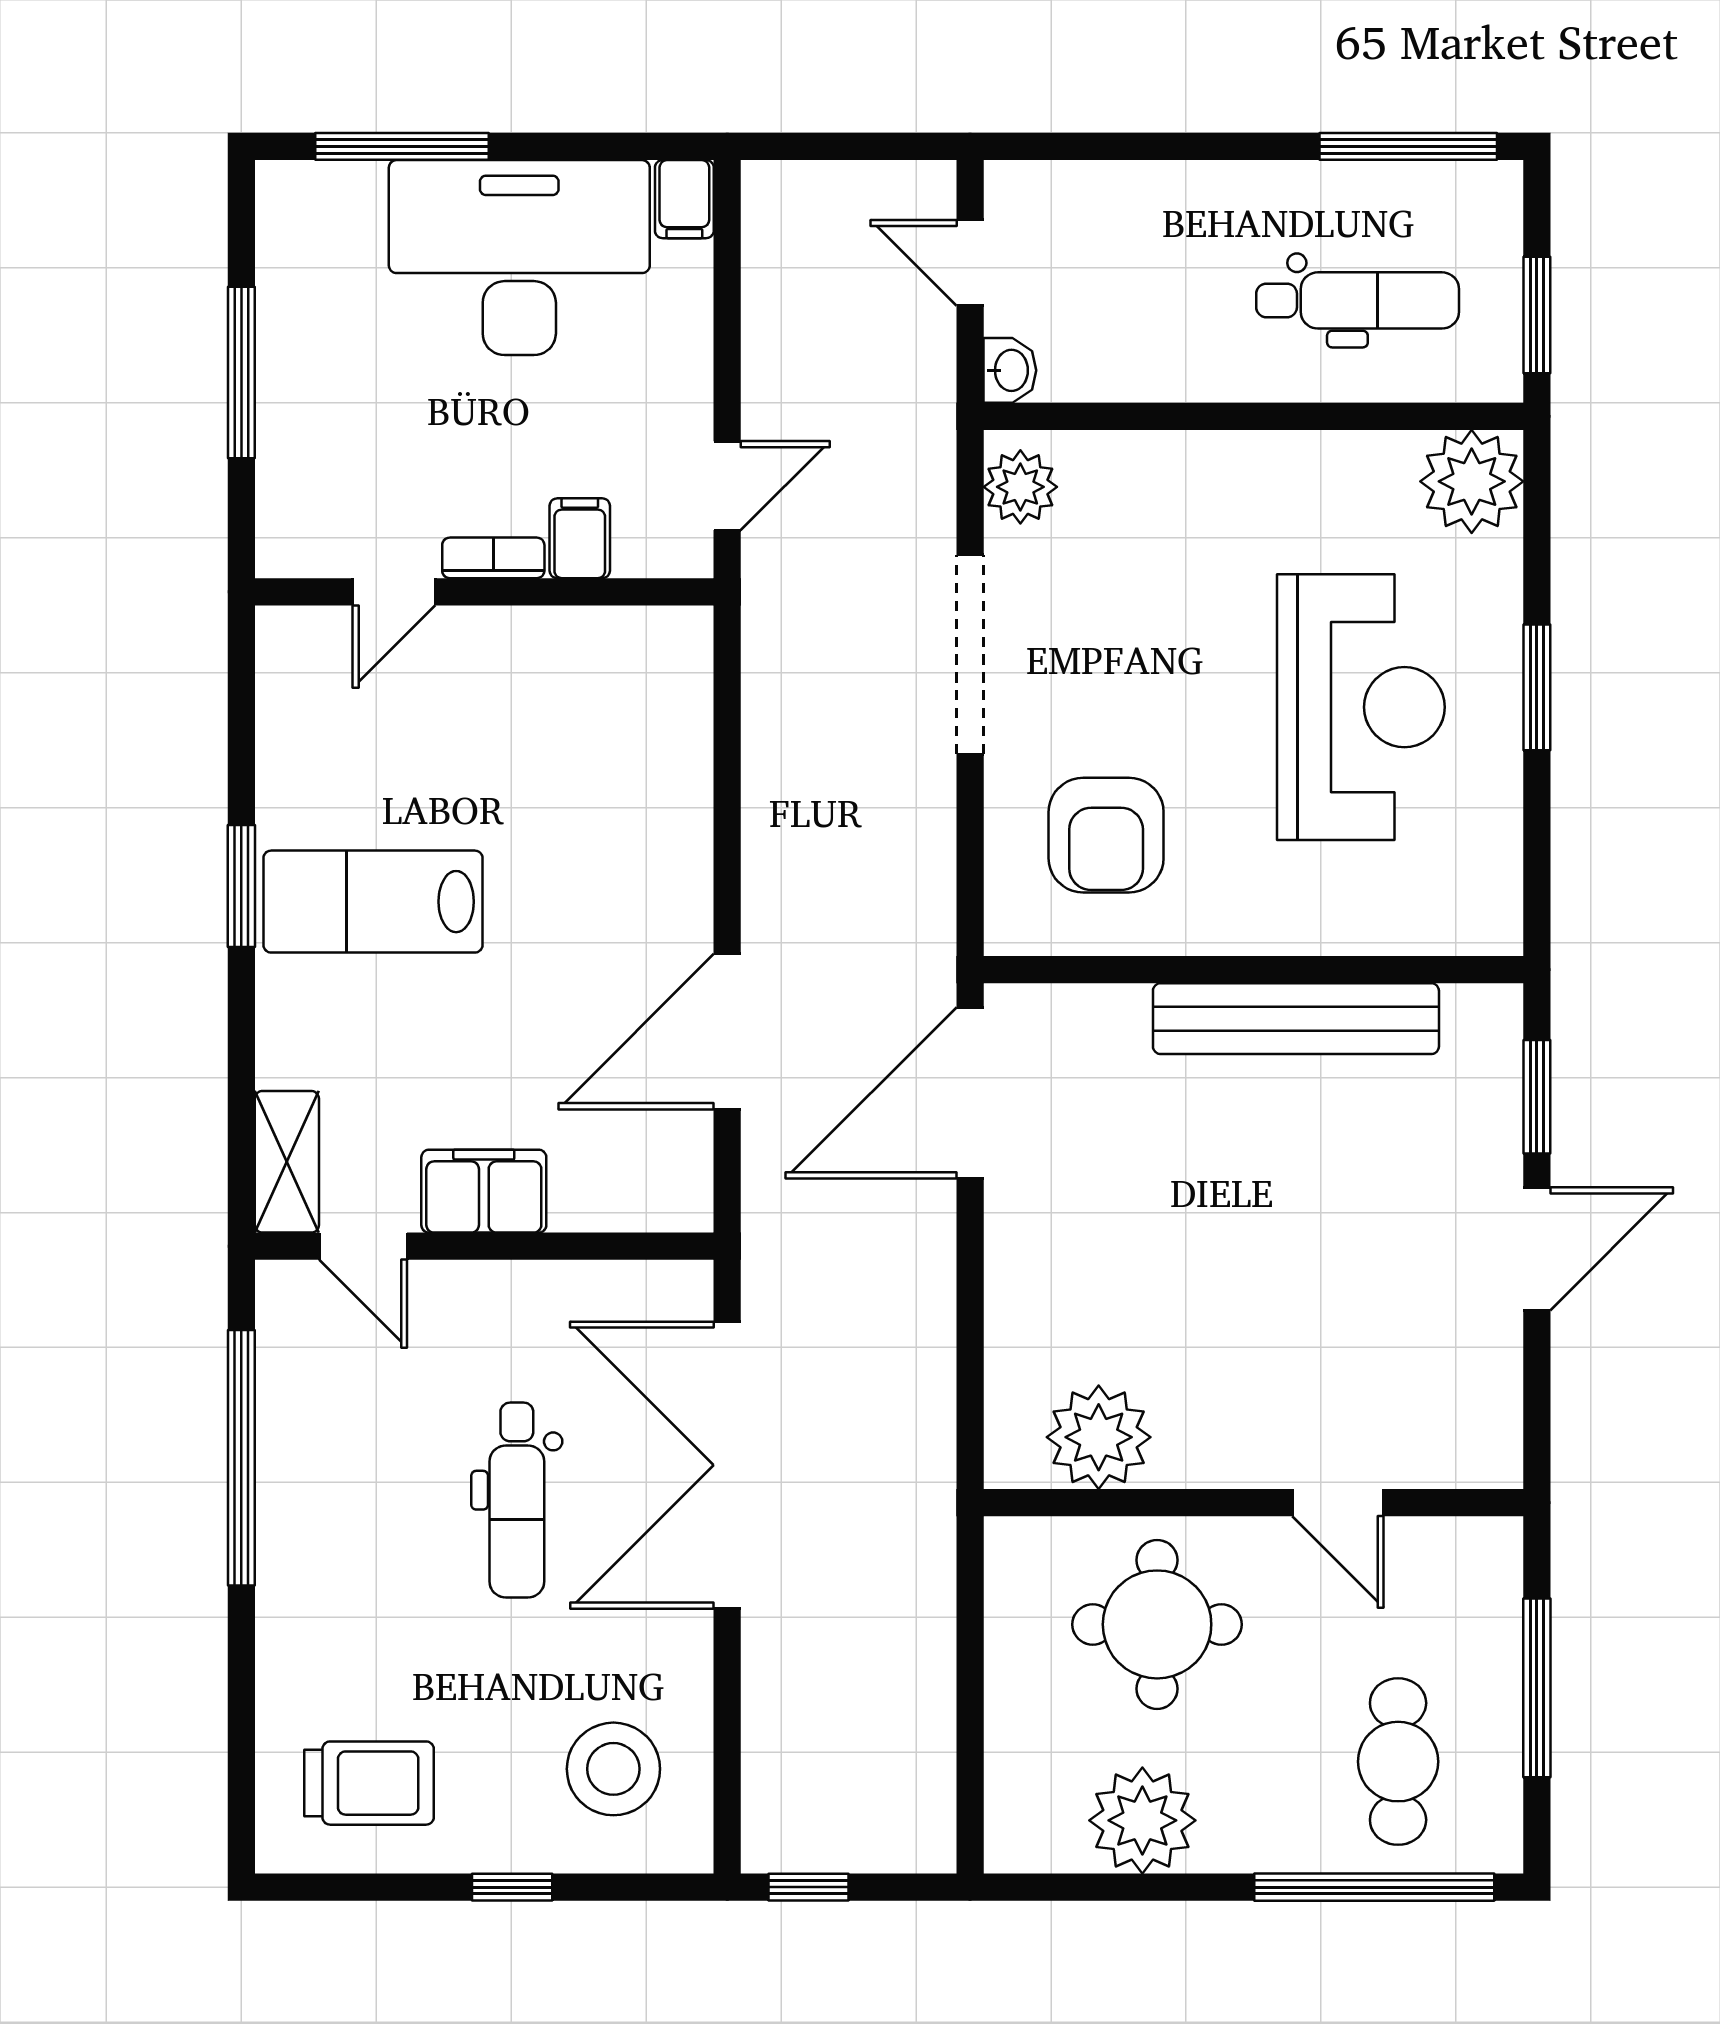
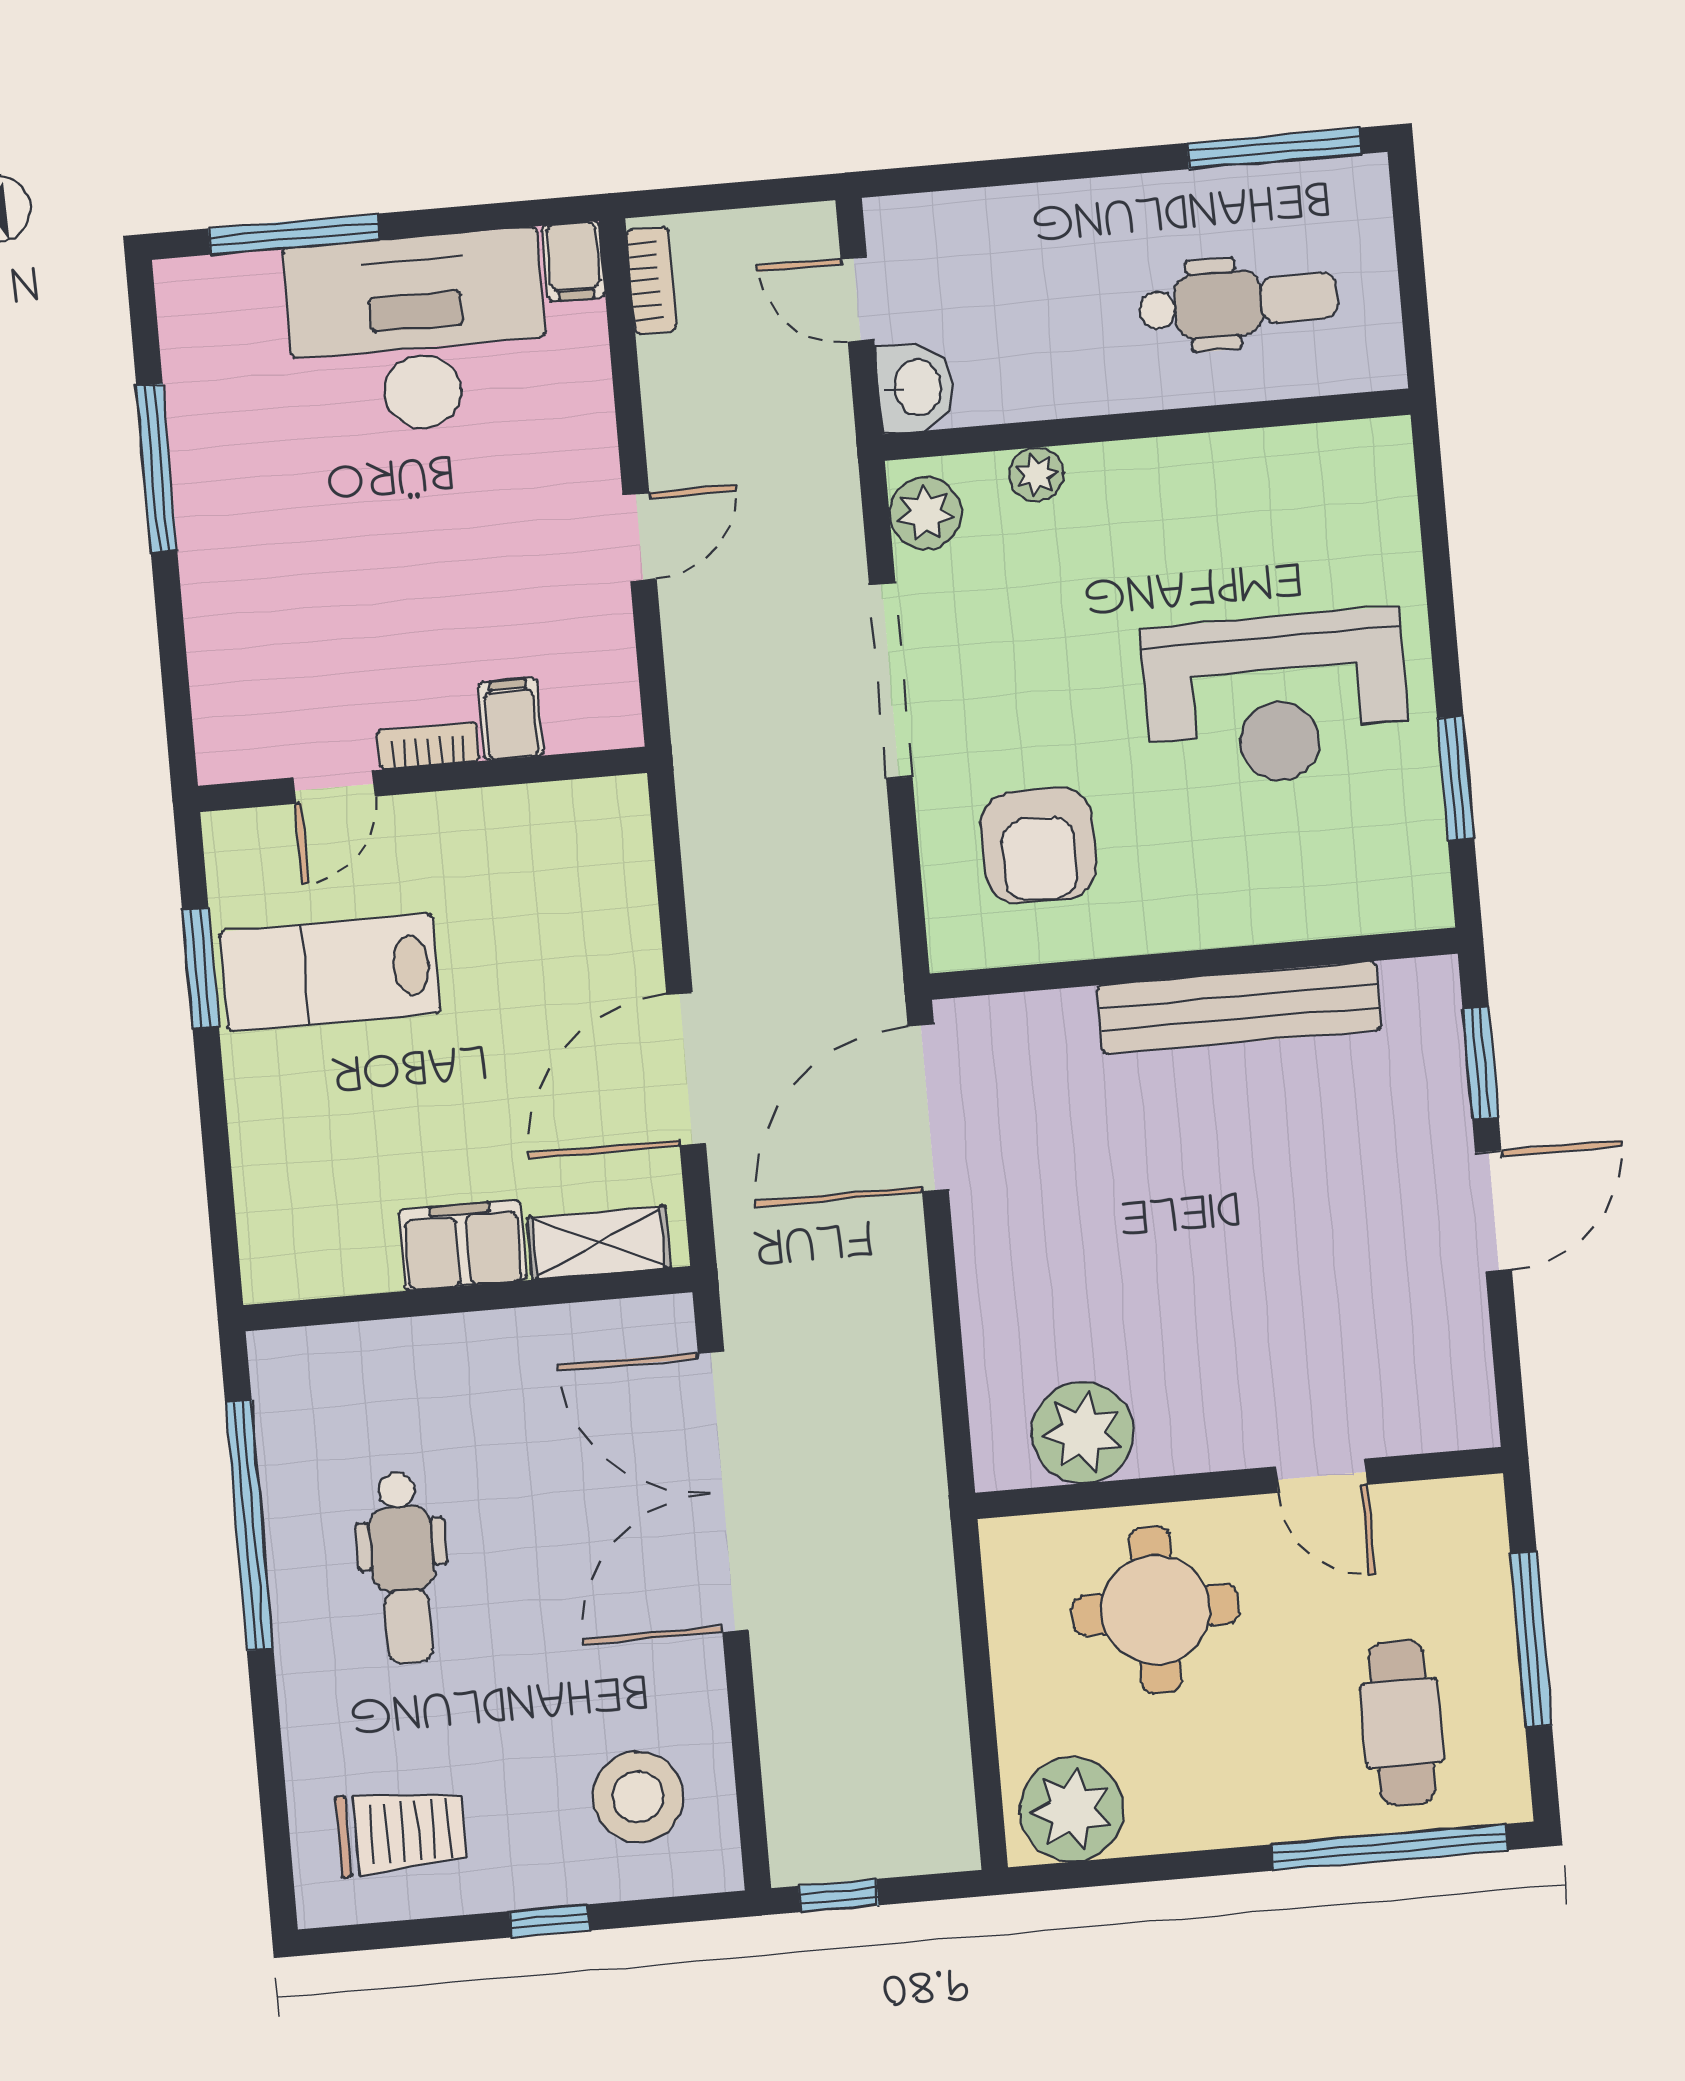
bookcase: (762, 225) -> (651, 280), added
window: (1537, 315) -> (1414, 302), removed
washbasin: (1010, 370) -> (916, 387), width x1.38, depth x1.45
plant: (1472, 481) -> (1037, 474), moved, width x0.53, depth x0.53
filing cabinet: (580, 538) -> (511, 719), moved
bookcase: (493, 558) -> (428, 746), moved
door: (394, 592) -> (334, 787), moved
wall: (484, 592) -> (422, 779), moved
window: (1537, 687) -> (1456, 778), moved
reception desk: (1361, 707) -> (1276, 699), turned 90
shelving: (287, 1162) -> (599, 1243), moved, turned 90
door: (363, 1246) -> (350, 1309), removed
dental chair: (517, 1500) -> (403, 1568), moved
plant: (1142, 1820) -> (1072, 1810), moved

